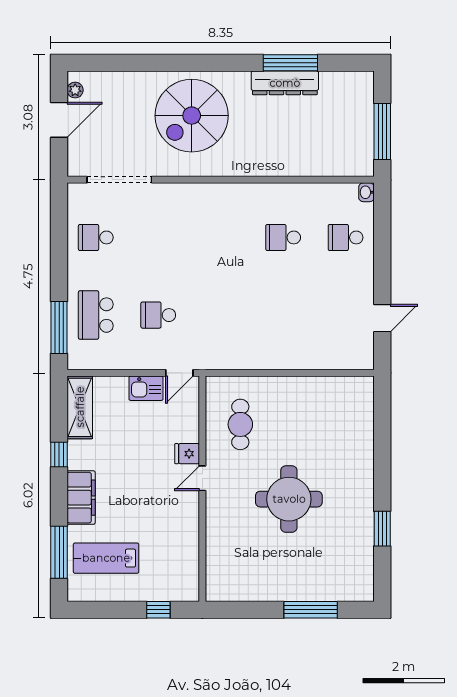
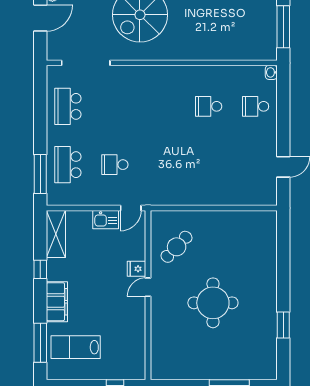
school desk: (96, 237) -> (68, 106), width x1.85
cafe table: (240, 424) -> (177, 247), turned 44

